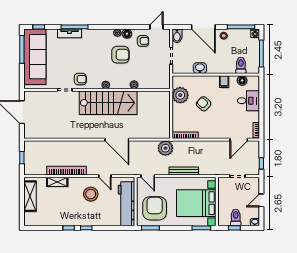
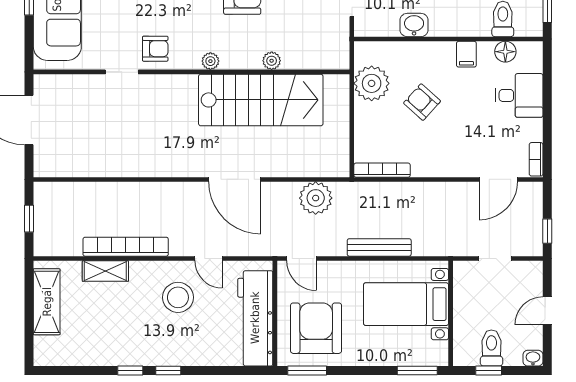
stairs: (108, 103) -> (261, 100), moved
plant: (165, 148) -> (316, 198), moved
bed with nightstands: (196, 203) -> (406, 304), width x0.73

